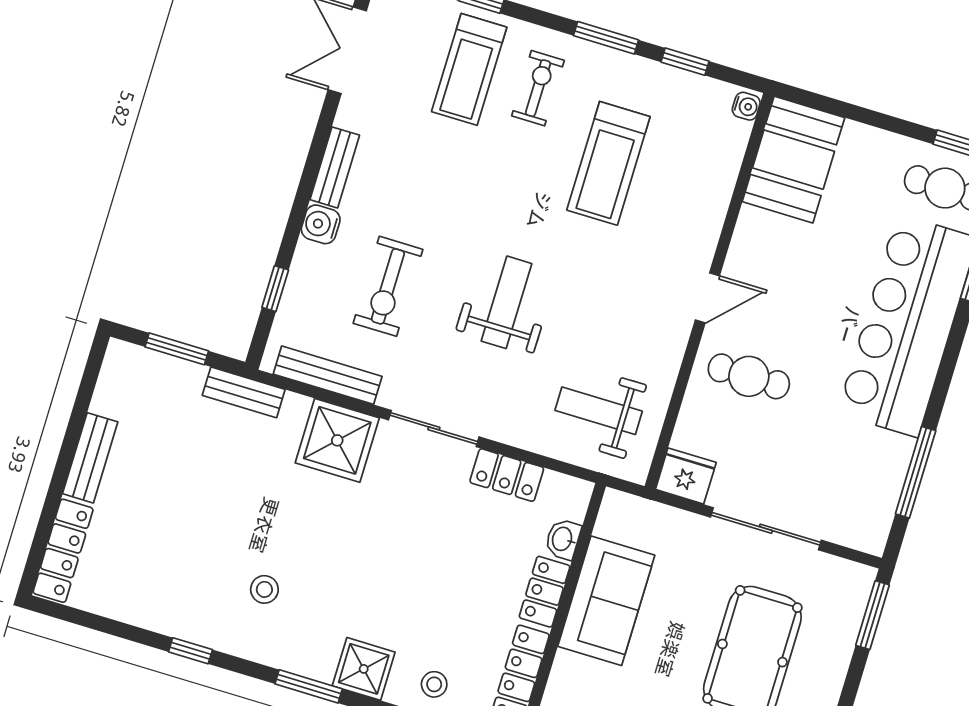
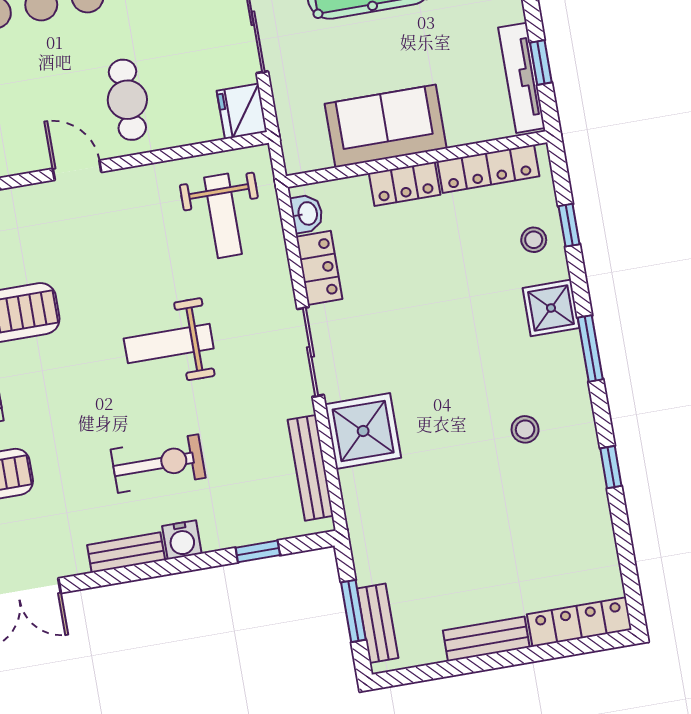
exercise bike: (388, 286) -> (158, 464), moved
bench: (244, 392) -> (378, 623), moved
washbasin: (563, 539) -> (307, 214), moved, turned -90

